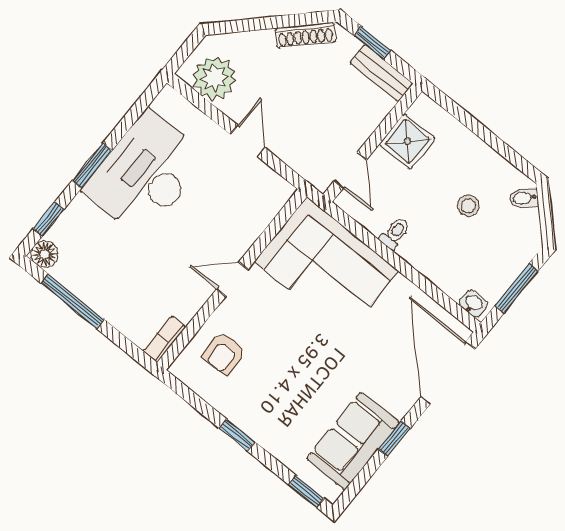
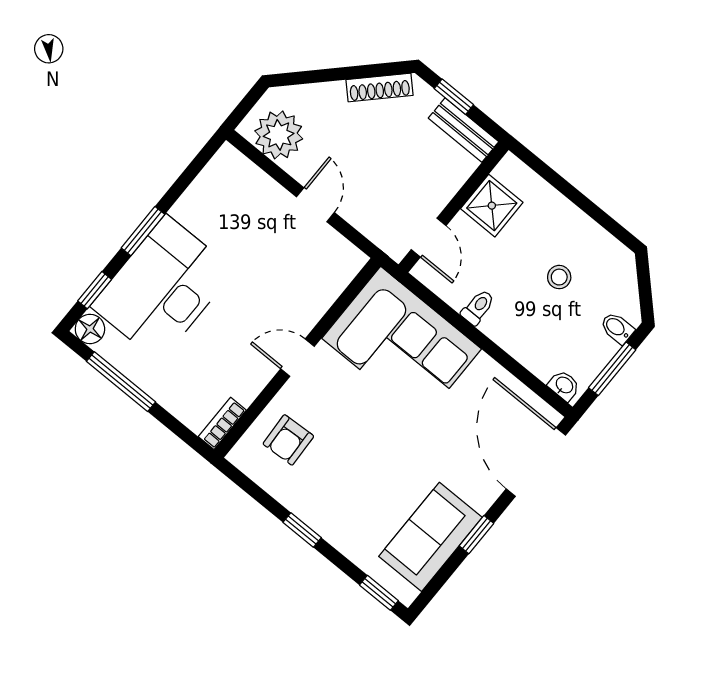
desk: (145, 174) -> (163, 288), moved
bidet: (524, 198) -> (617, 328), moved, turned 45

